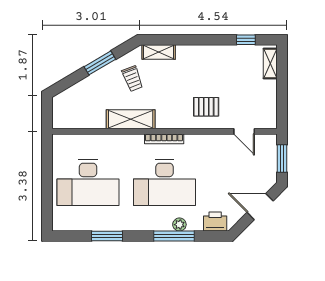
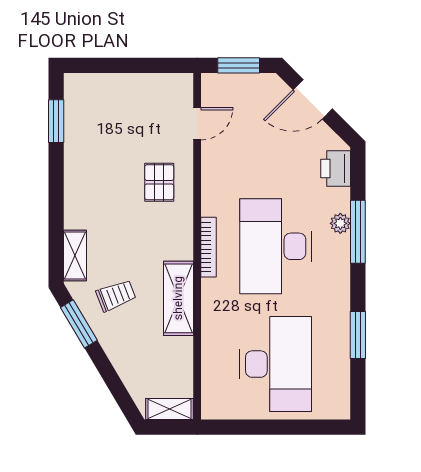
window: (246, 40) -> (56, 121), width x1.50
window: (100, 63) -> (79, 324), moved
shelving: (270, 64) -> (169, 409), moved
desk: (165, 182) -> (276, 246), turned 180
door: (260, 207) -> (313, 99), hinge flipped

